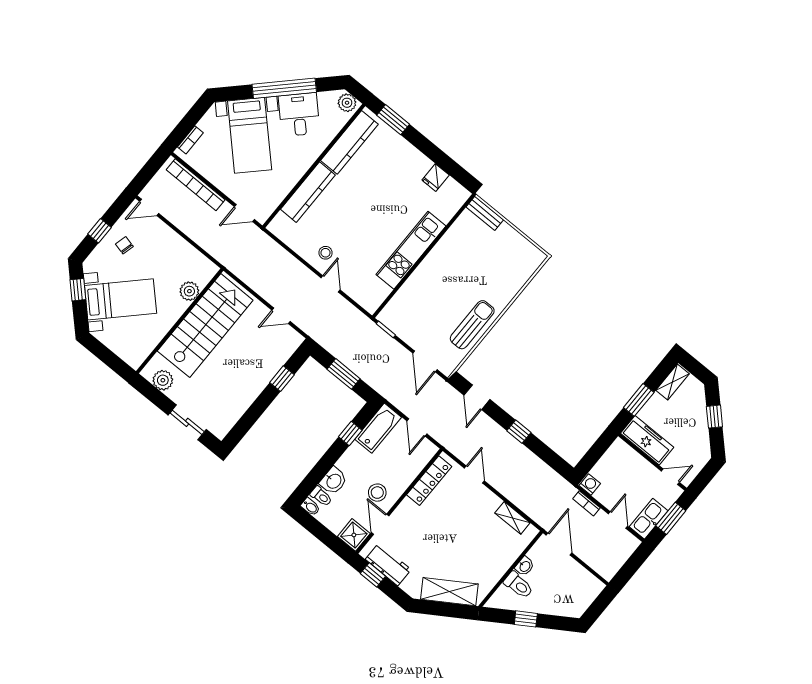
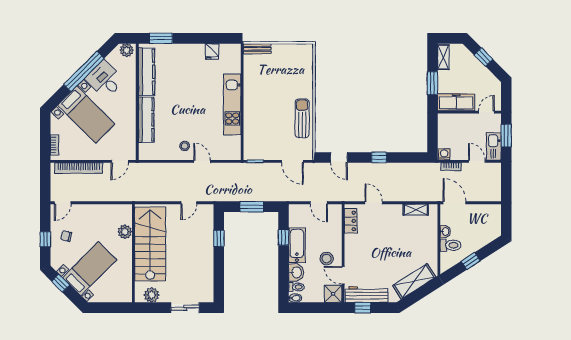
bathtub: (378, 428) -> (297, 245), moved
locker: (429, 481) -> (351, 221), width x0.66
workbench: (388, 564) -> (367, 294), width x1.38

